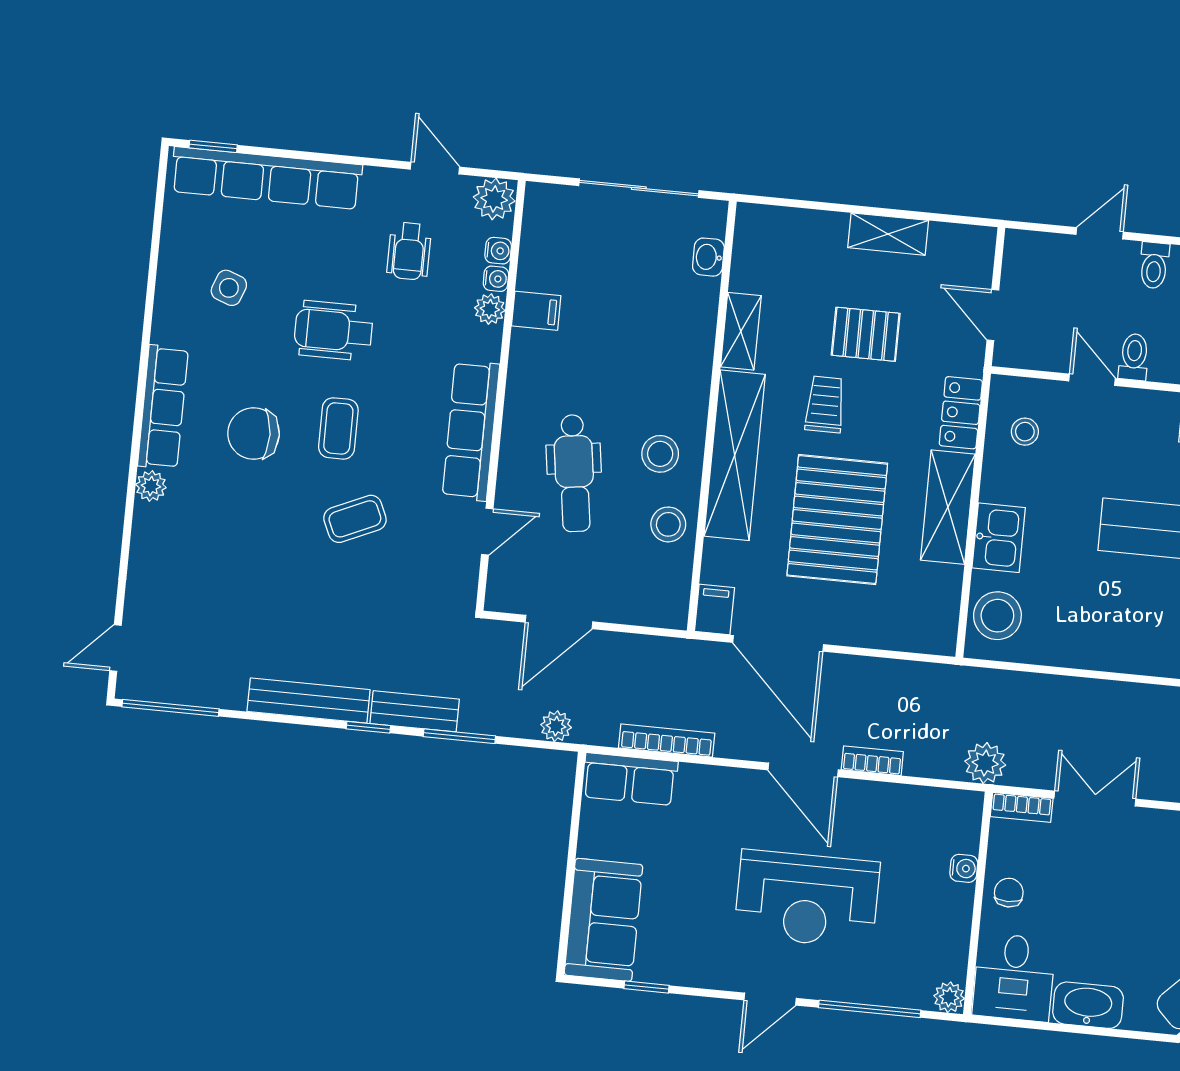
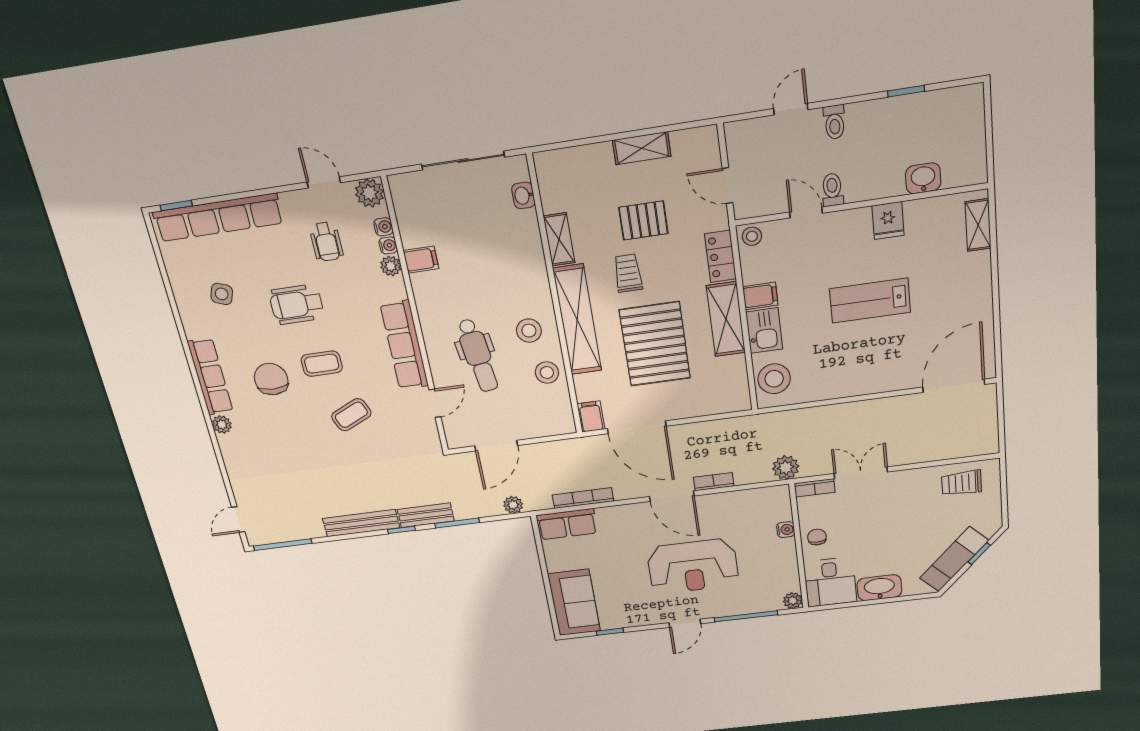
coffee table: (338, 428) -> (322, 364), turned 90
stool: (1025, 432) -> (752, 236), moved
chair: (254, 433) -> (271, 379), turned 92
filing cabinet: (1004, 484) -> (760, 296), added

